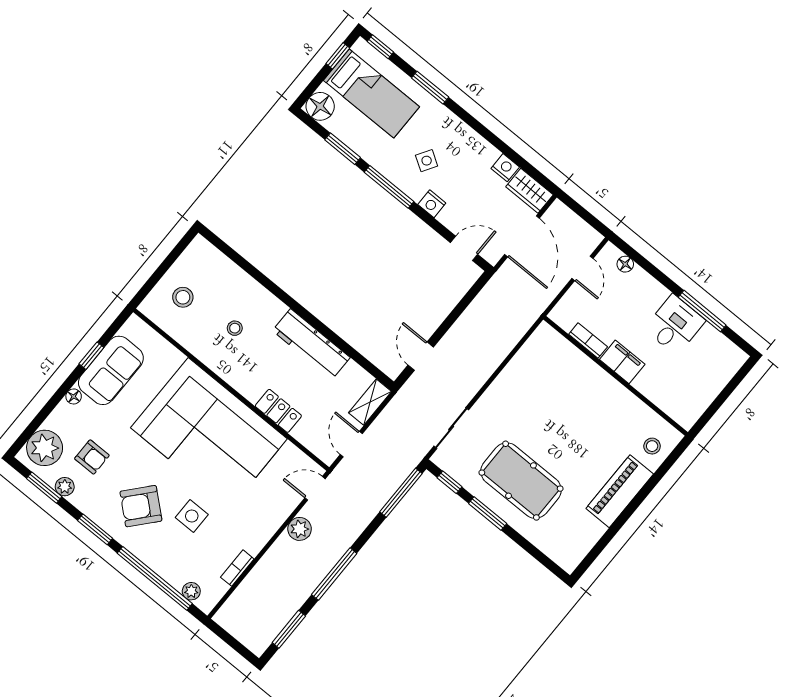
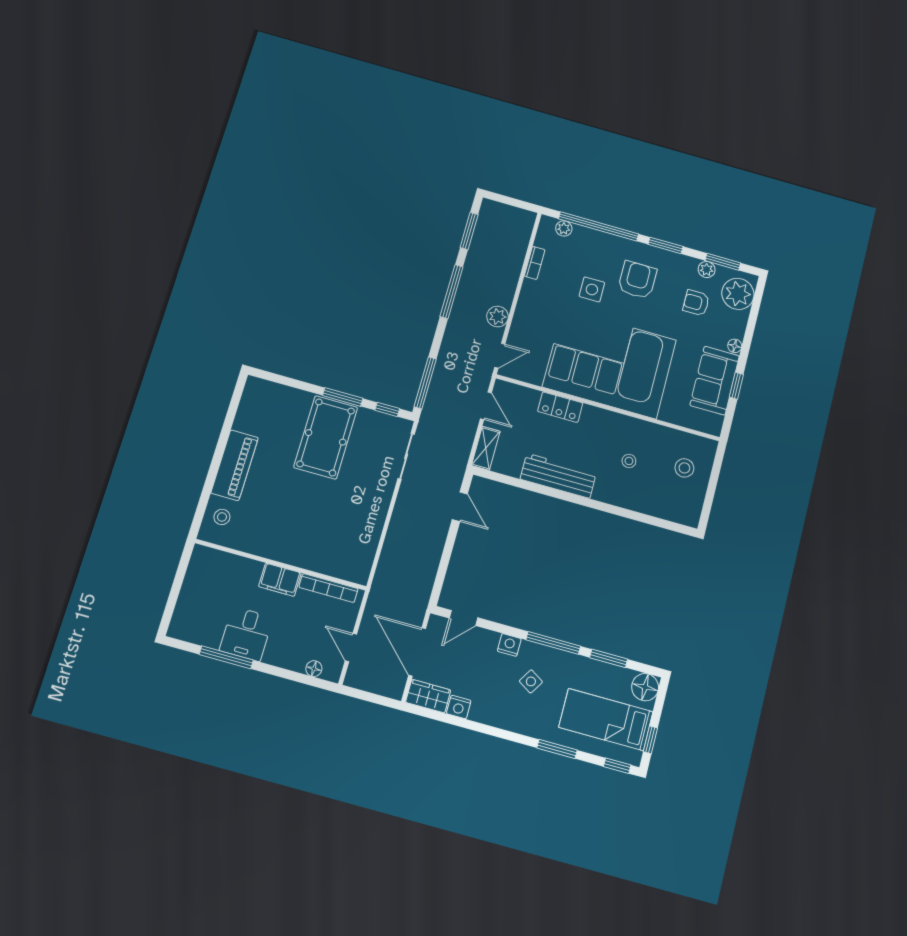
bookcase: (588, 340) -> (328, 588), width x1.56
pool table: (521, 481) -> (326, 437), turned 90
armchair: (141, 506) -> (637, 280), turned -41

